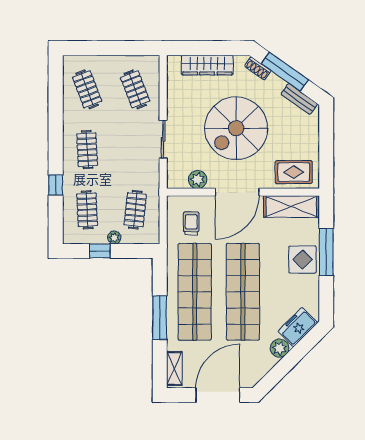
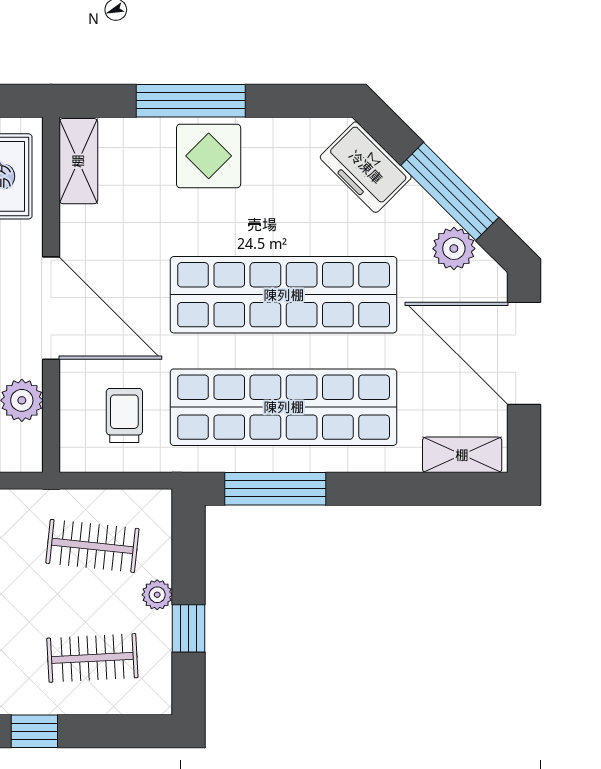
shelving: (291, 207) -> (78, 161), width x0.67, depth x0.75
trolley: (191, 223) -> (124, 415), turned 90
window: (160, 318) -> (275, 489), moved
plant: (280, 348) -> (454, 249), moved
window: (287, 363) -> (450, 191), added

